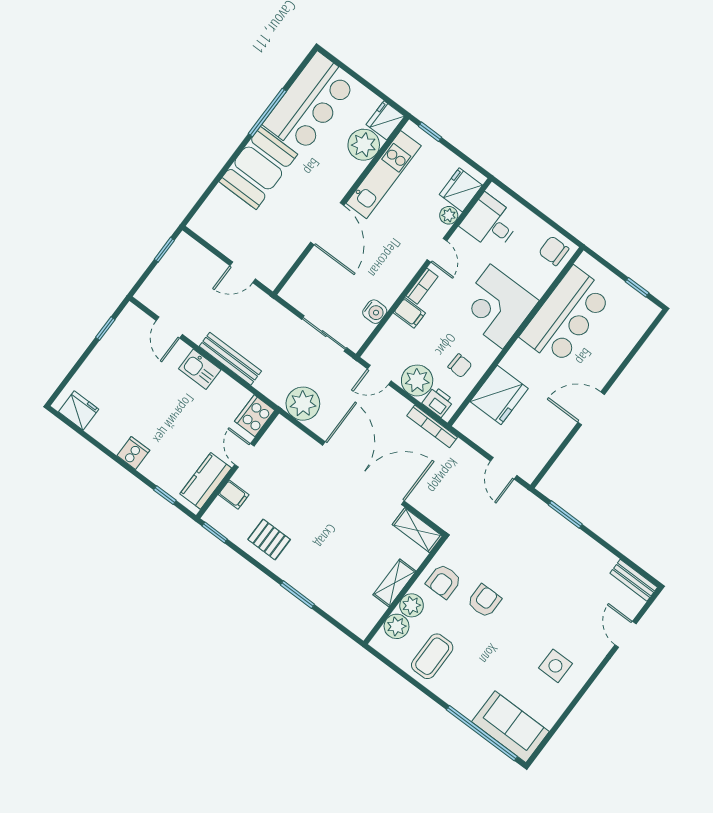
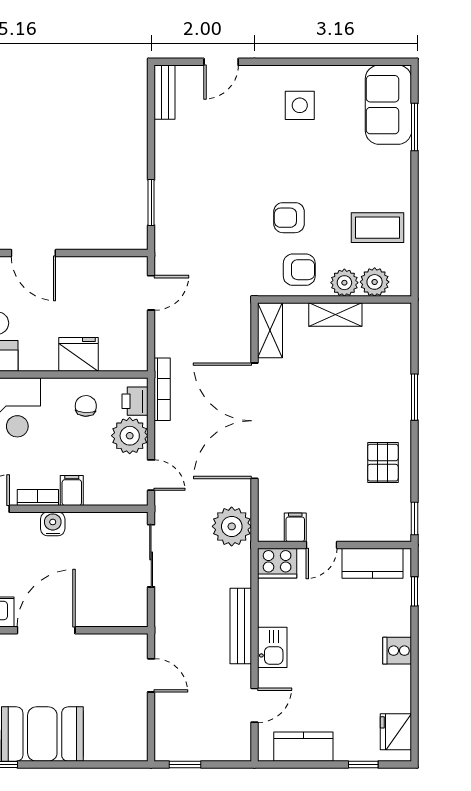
water cooler: (375, 312) -> (53, 524), moved
window: (105, 328) -> (363, 765), moved
kitchen counter: (116, 340) -> (303, 747), added
fridge: (499, 395) -> (79, 354), width x0.73, depth x0.75
filing cabinet: (234, 495) -> (295, 527), moved
window: (482, 733) -> (415, 127), width x0.47

